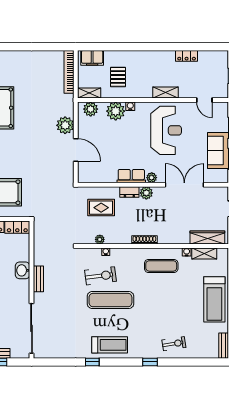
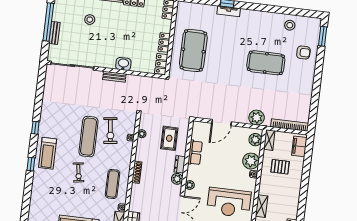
plant: (65, 125) -> (257, 118), moved
row of seats: (131, 176) -> (195, 153), moved
exercise bike: (174, 344) -> (78, 172), moved
treadmill: (110, 345) -> (48, 153), moved
window: (92, 362) -> (35, 128), moved

